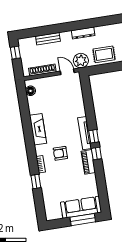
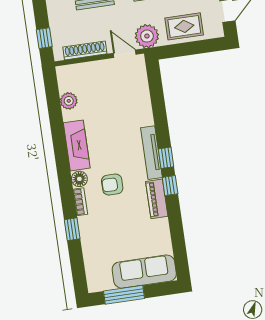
window: (15, 53) -> (44, 38), moved
floor lamp: (31, 91) -> (79, 179), moved
plant: (33, 102) -> (69, 101), added
window: (83, 220) -> (124, 295), moved

